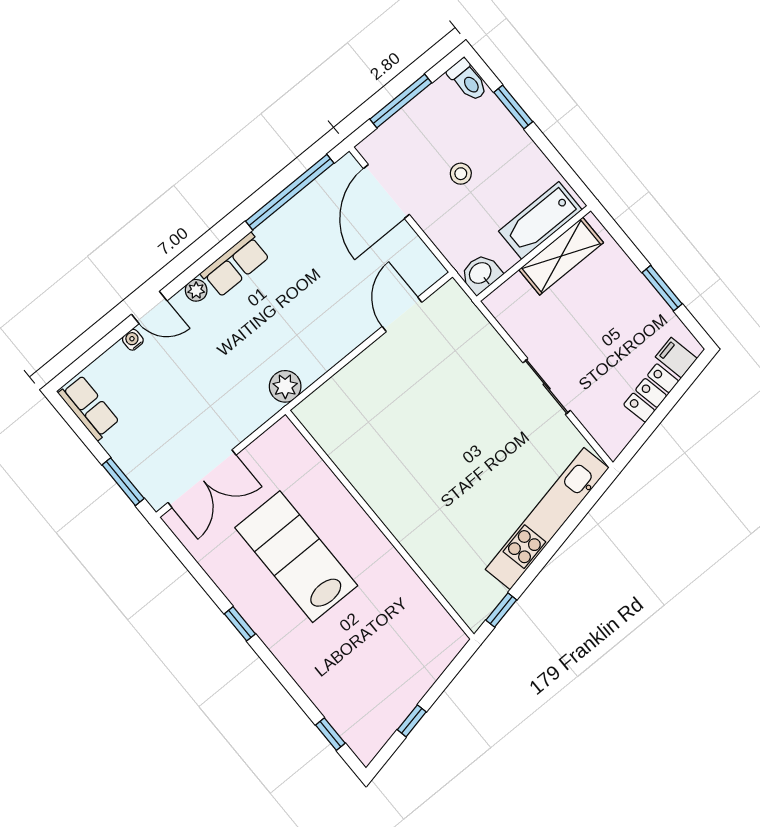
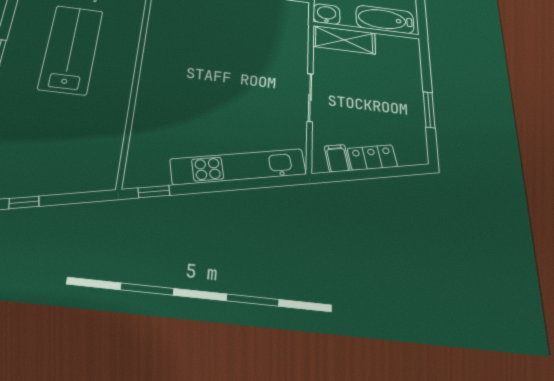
shelving: (561, 256) -> (344, 40), moved
filing cabinet: (676, 358) -> (337, 158), moved

